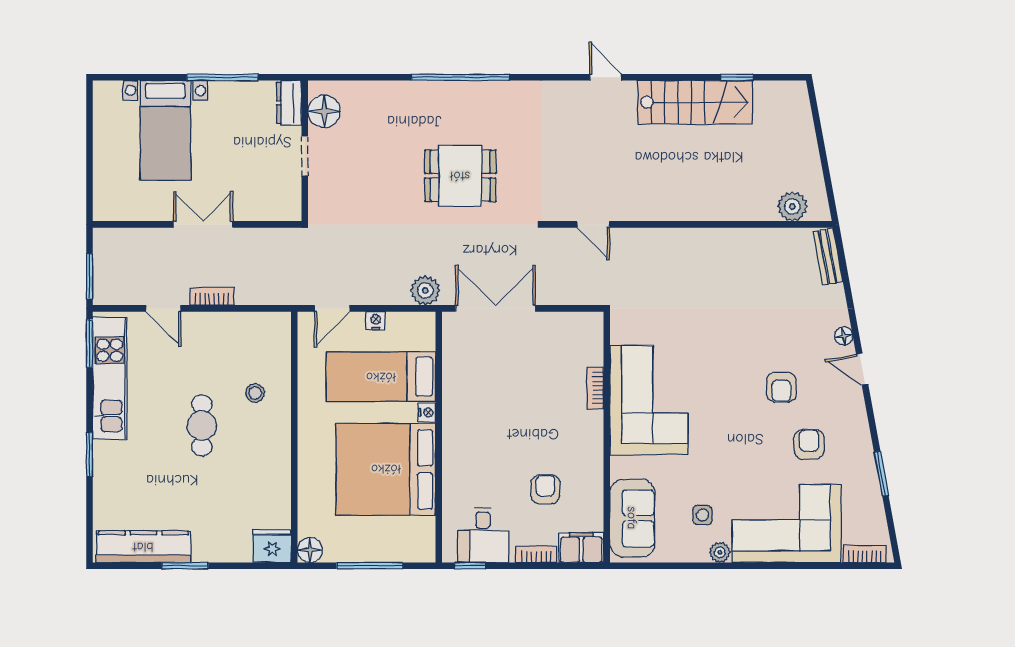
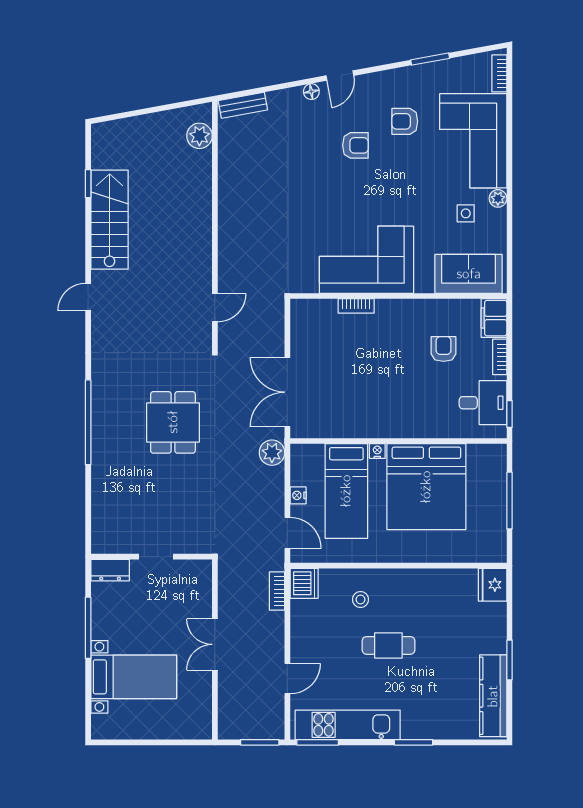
floor lamp: (324, 111) -> (117, 540), removed
bookcase: (212, 296) -> (277, 591), moved
dishwasher: (274, 328) -> (304, 583), added
armchair: (545, 489) -> (444, 349), turned 90
floor lamp: (310, 550) -> (496, 552), removed

